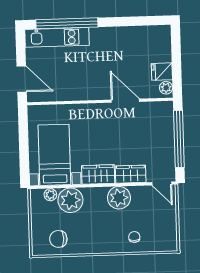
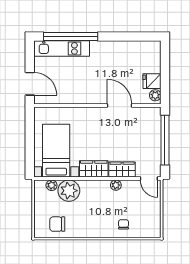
plant: (119, 198) -> (116, 185), width x0.53, depth x0.53

